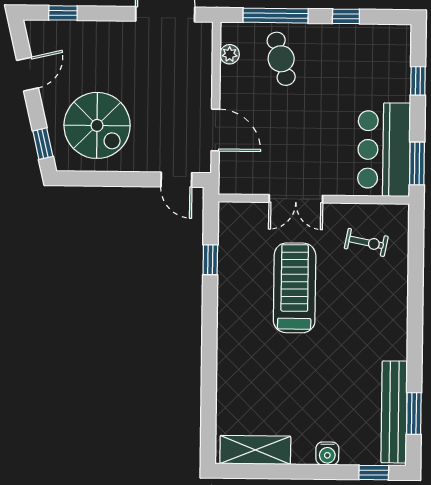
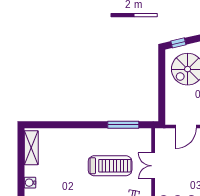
door: (176, 180) -> (162, 108), removed
window: (210, 260) -> (123, 125), width x2.17

